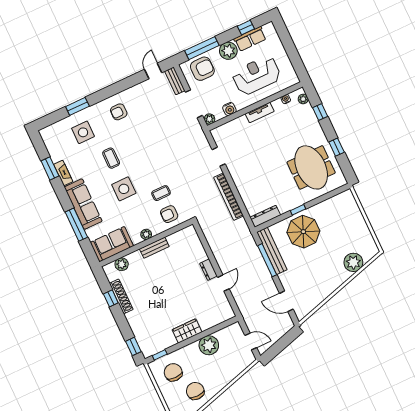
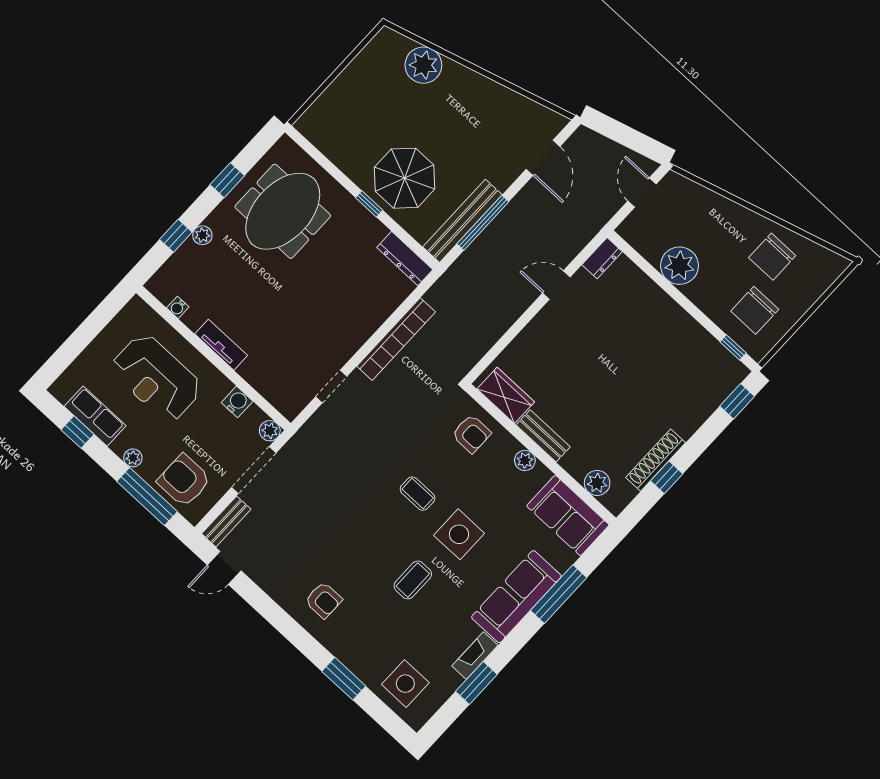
plant: (228, 51) -> (133, 458), width x0.53, depth x0.53
plant: (303, 99) -> (202, 235), moved
side table: (83, 132) -> (405, 684), moved
coffee table: (161, 193) -> (418, 494), moved
dresser: (208, 270) -> (602, 258), moved
wardrobe: (187, 331) -> (506, 395), moved, turned 180

